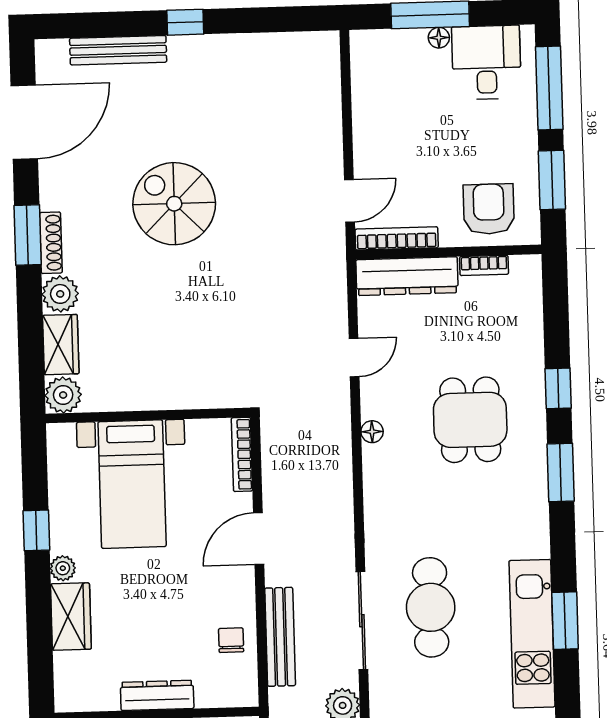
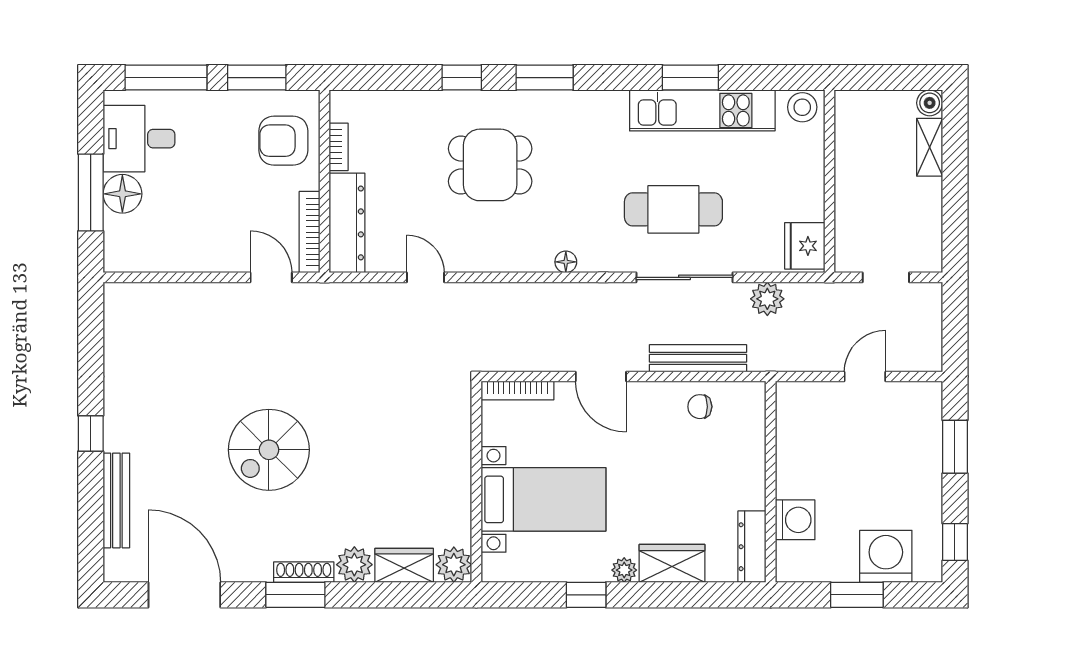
floor lamp: (439, 38) -> (122, 194), width x1.89, depth x1.89
floor lamp: (372, 432) -> (566, 262), moved
dresser: (157, 695) -> (752, 547), moved

